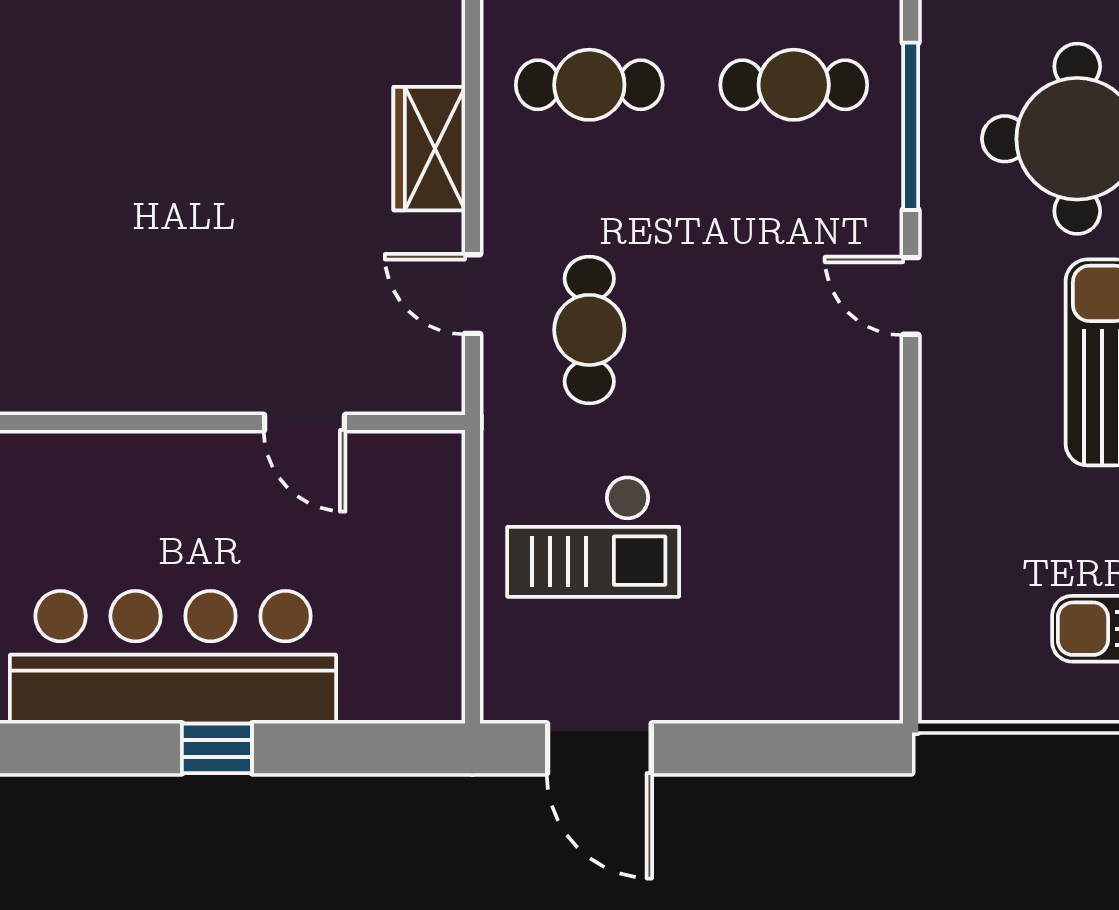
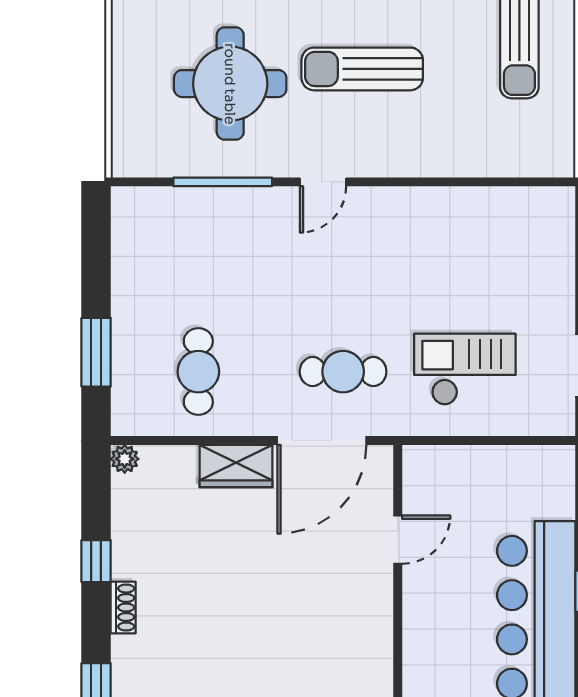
cafe table: (794, 85) -> (198, 251), removed
door: (472, 294) -> (322, 441), width x1.88
checkout: (593, 536) -> (465, 369), turned -90

